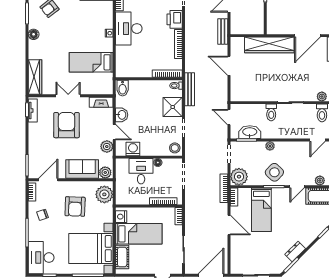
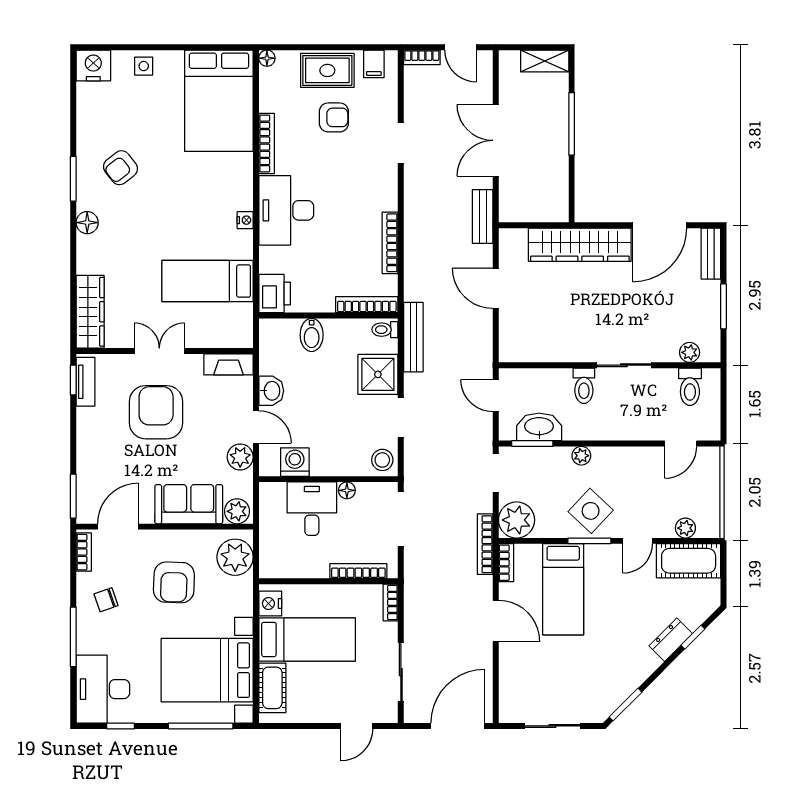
printer: (175, 19) -> (275, 294), moved, turned 180
bidet: (123, 88) -> (312, 335), moved
dresser: (295, 251) -> (671, 640), moved

